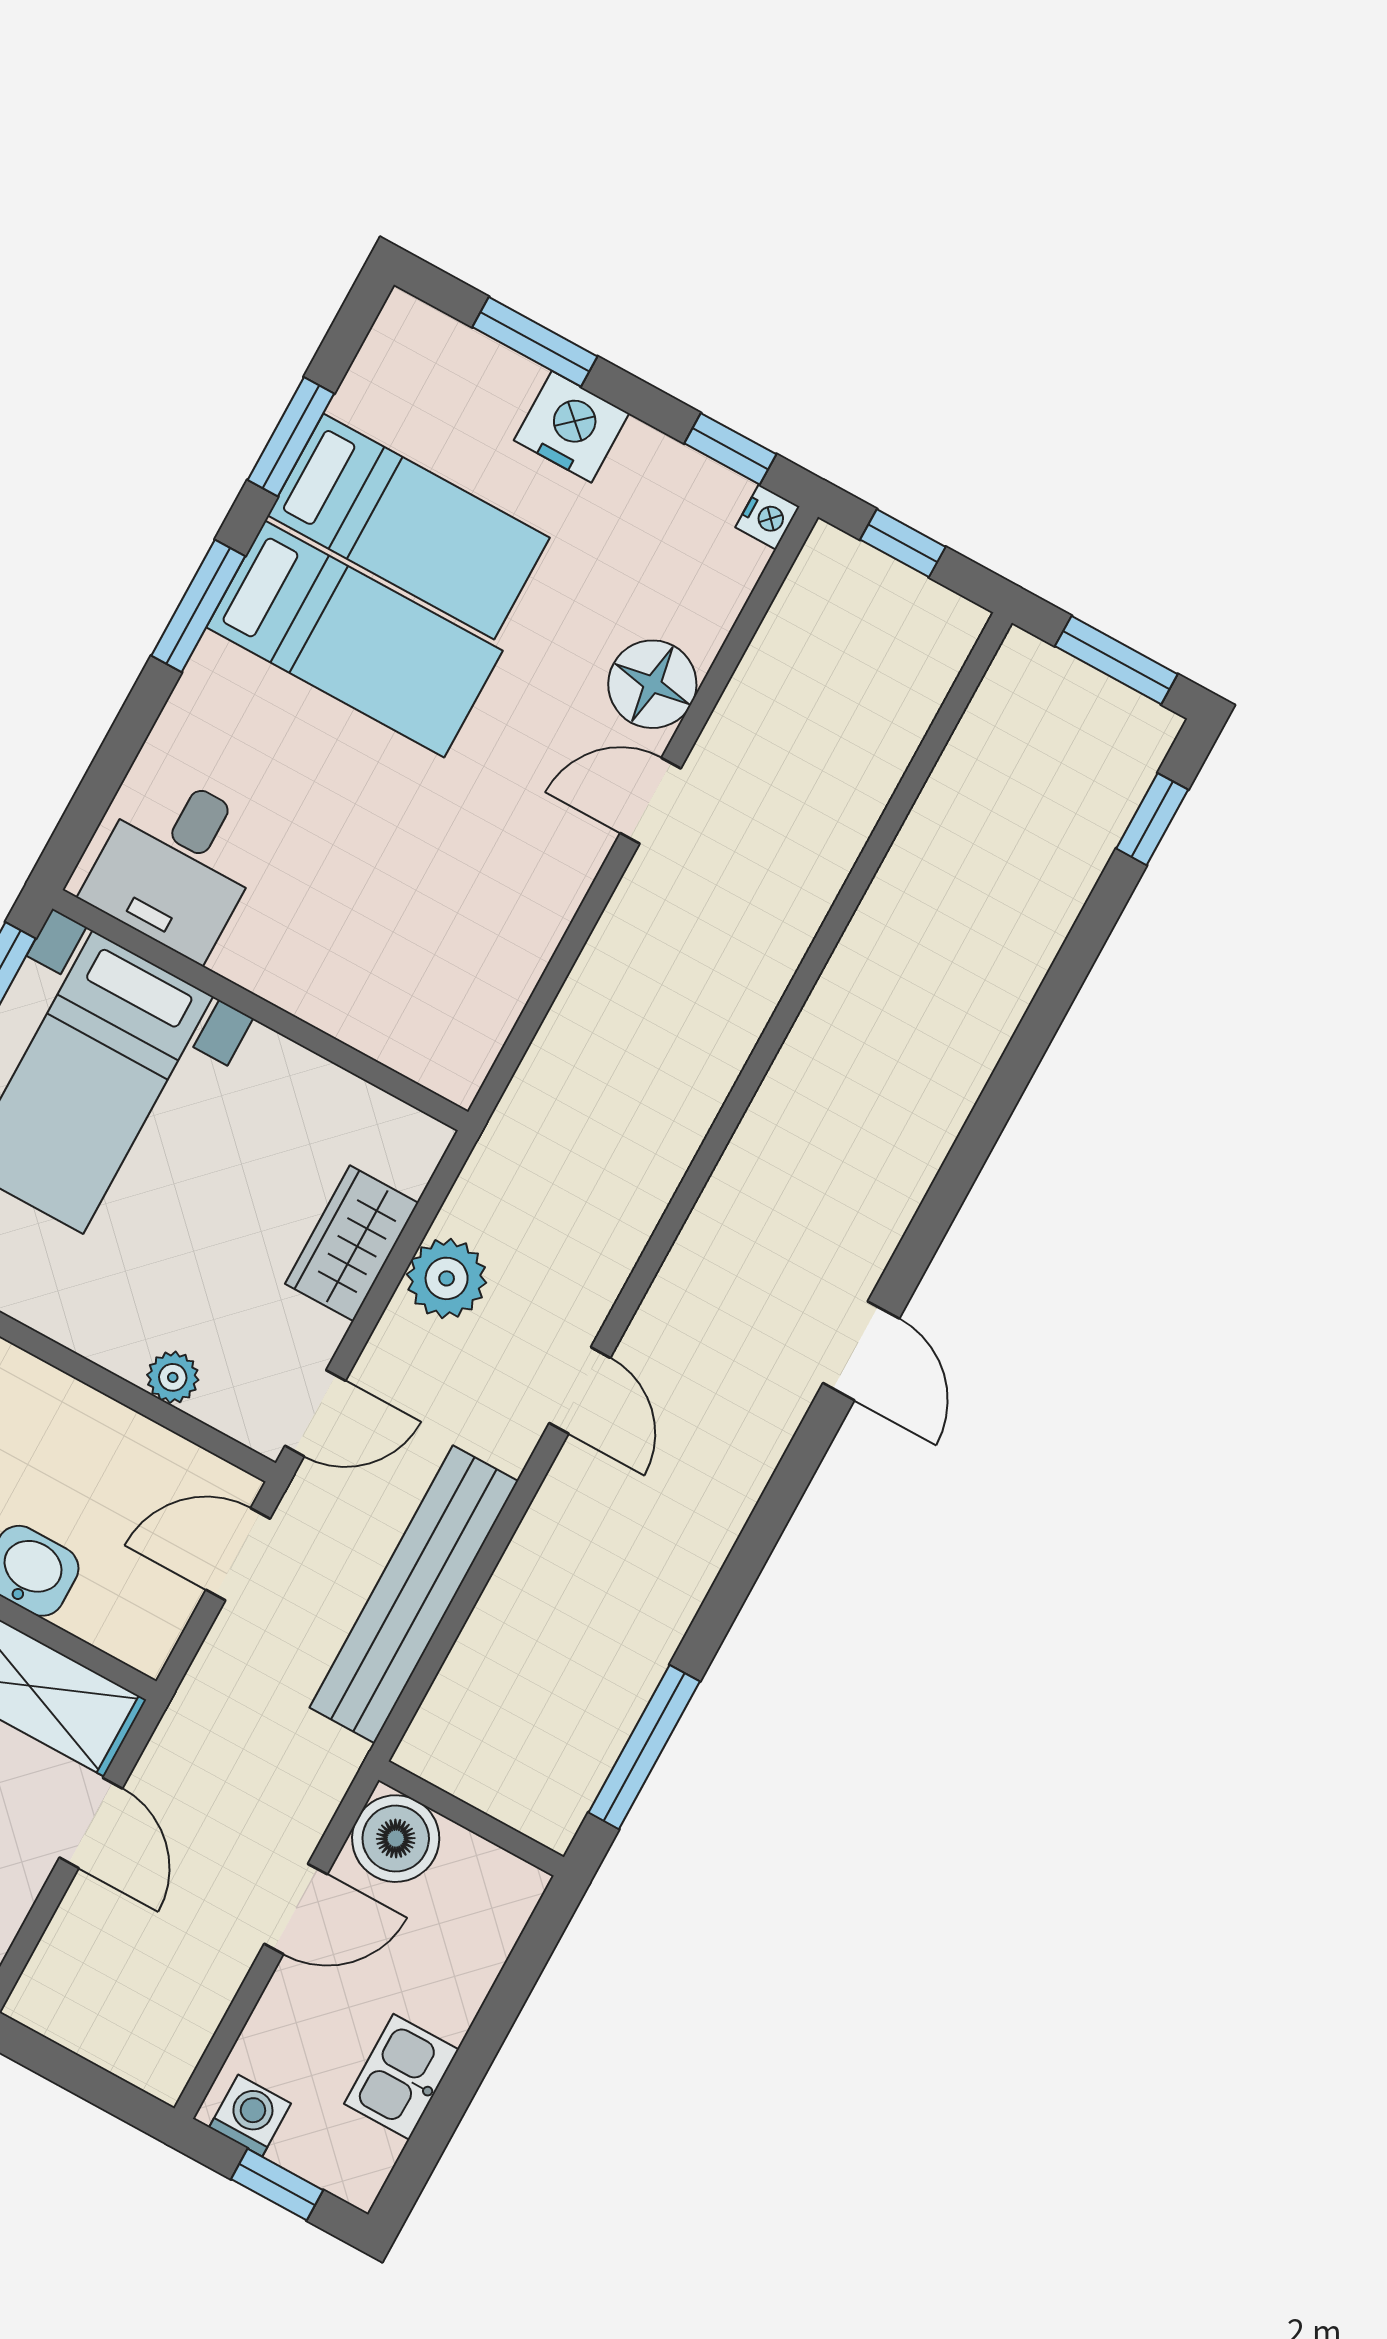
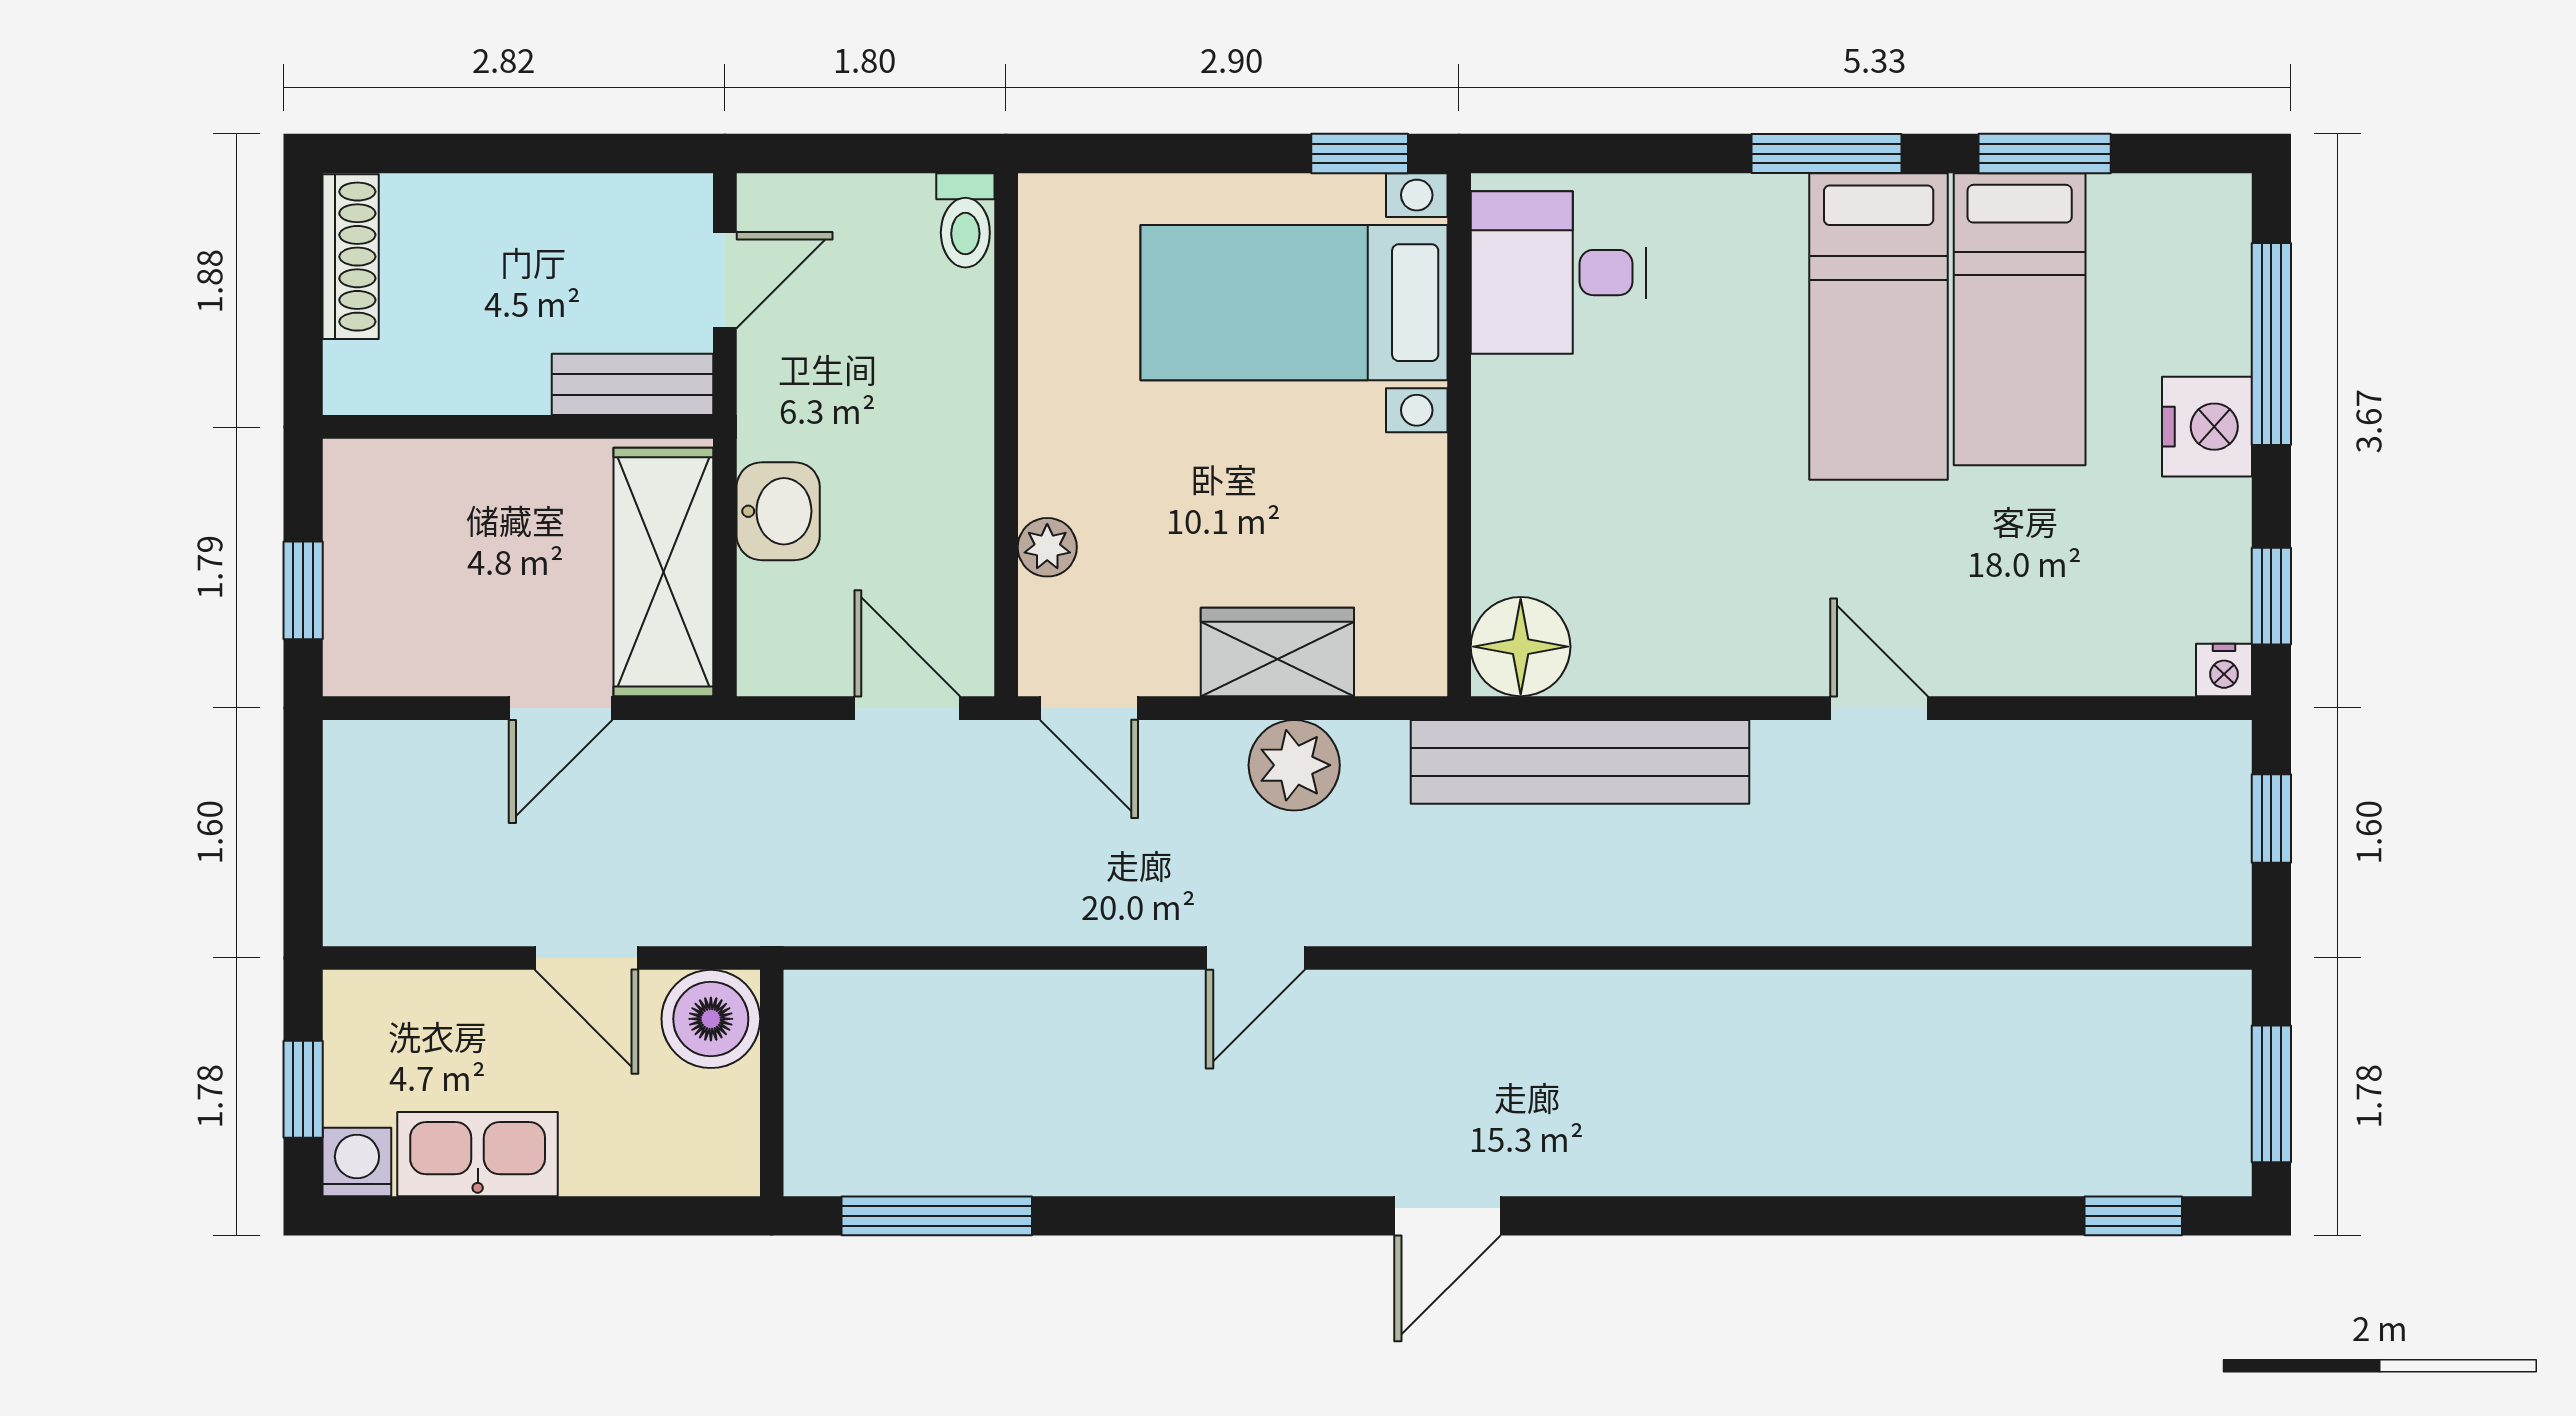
window: (535, 342) -> (2271, 344), width x1.44
floor lamp: (652, 684) -> (1521, 647), moved
bench: (414, 1594) -> (1580, 762), moved
kitchen sink: (401, 2077) -> (478, 1154), width x1.38
washing machine: (250, 2115) -> (357, 1162), moved, turned -90

